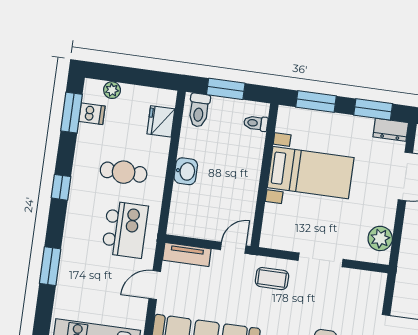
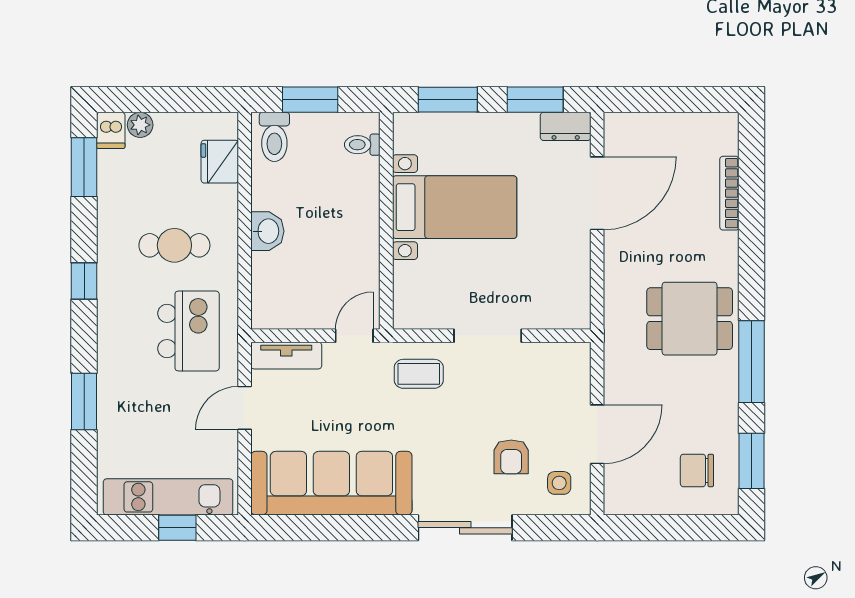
dishwasher: (92, 114) -> (111, 130), moved, turned 90
plant: (380, 238) -> (572, 291), removed

